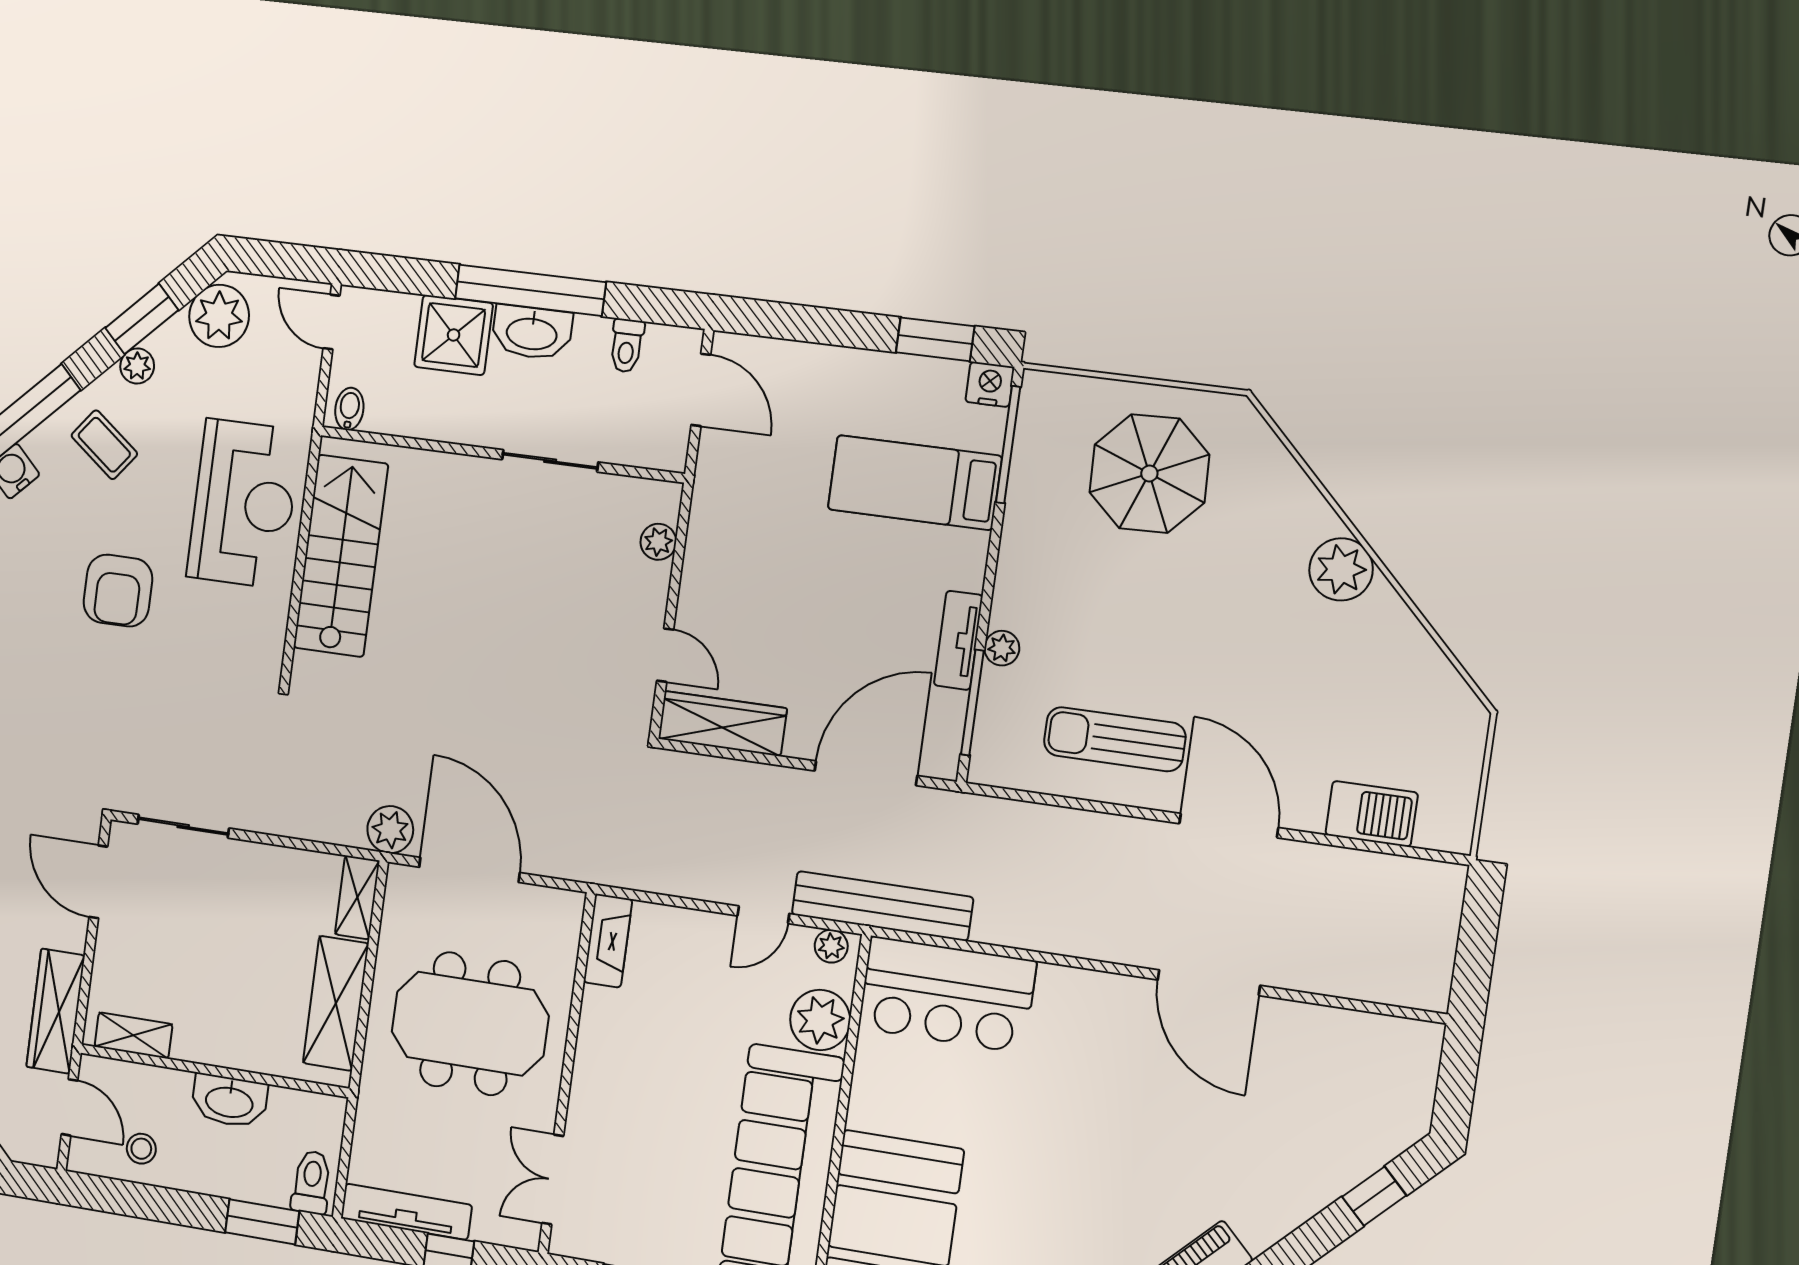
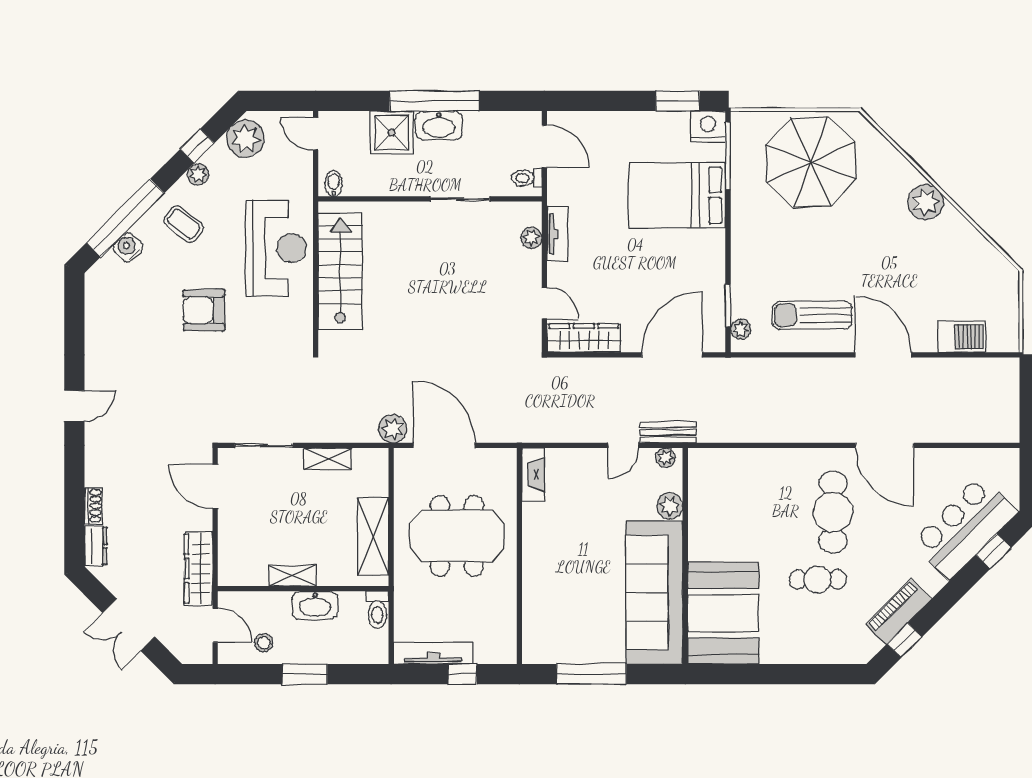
window: (142, 319) -> (197, 146), width x0.67
toilet: (627, 346) -> (527, 178), moved, turned 90
nightstand: (990, 384) -> (708, 127), width x1.36, depth x1.33
parasol: (1149, 473) -> (811, 162), width x1.36, depth x1.36
bed: (915, 483) -> (677, 195), width x1.50
armchair: (118, 591) -> (204, 310), turned 90
tv unit: (958, 640) -> (558, 234), moved, turned 180
plant: (1002, 648) -> (741, 329), moved
window: (972, 702) -> (728, 306), width x0.69
shelving: (357, 897) -> (328, 459), moved, turned 90
bench: (882, 906) -> (668, 432), width x0.54, depth x0.82
bar counter: (947, 995) -> (965, 527), moved, turned 135
plant: (820, 1020) -> (670, 506), width x0.73, depth x0.73
shelving: (133, 1035) -> (292, 575), moved
cafe table: (1103, 1083) -> (833, 512), added
double door: (553, 1180) -> (519, 620), removed
toilet: (311, 1182) -> (377, 610), moved, turned 180
cafe table: (1061, 1195) -> (818, 579), added
window: (262, 1222) -> (305, 674), moved

